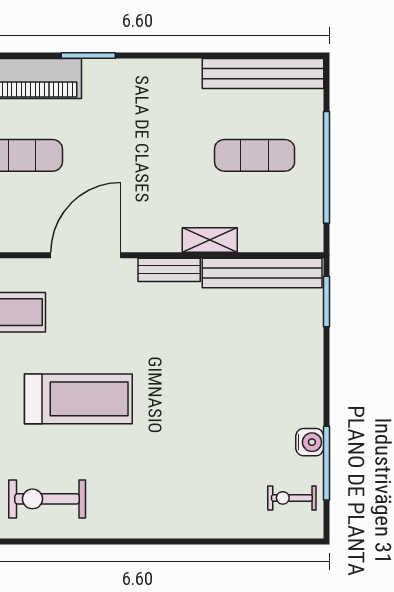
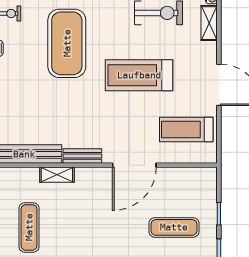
exercise mat: (255, 155) -> (29, 227), turned 90
exercise mat: (194, 450) -> (67, 43), added

